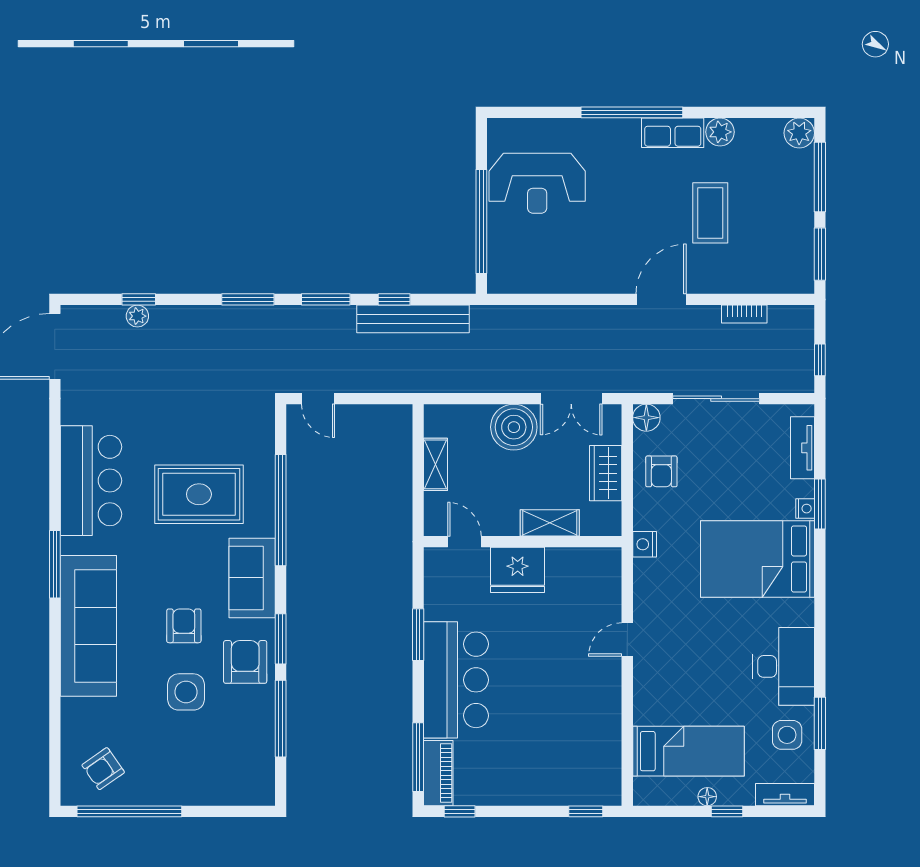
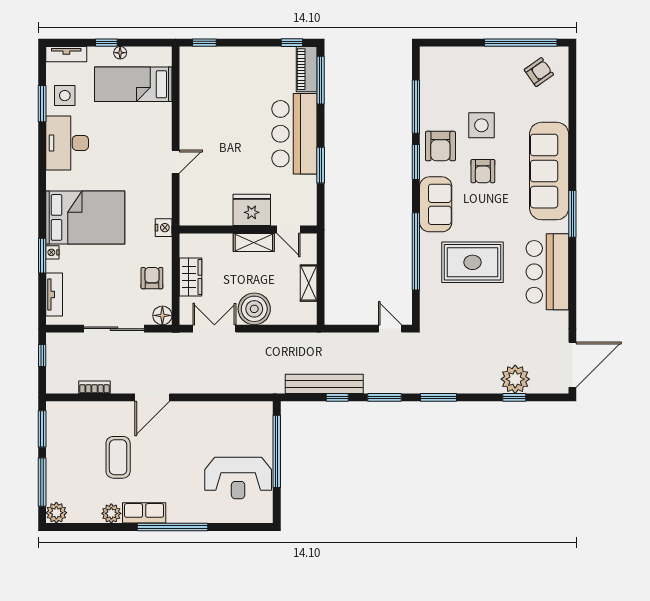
reception desk: (537, 183) -> (238, 478), turned 180
plant: (137, 316) -> (515, 379), width x1.88, depth x1.88
shelving: (550, 523) -> (254, 242), moved

